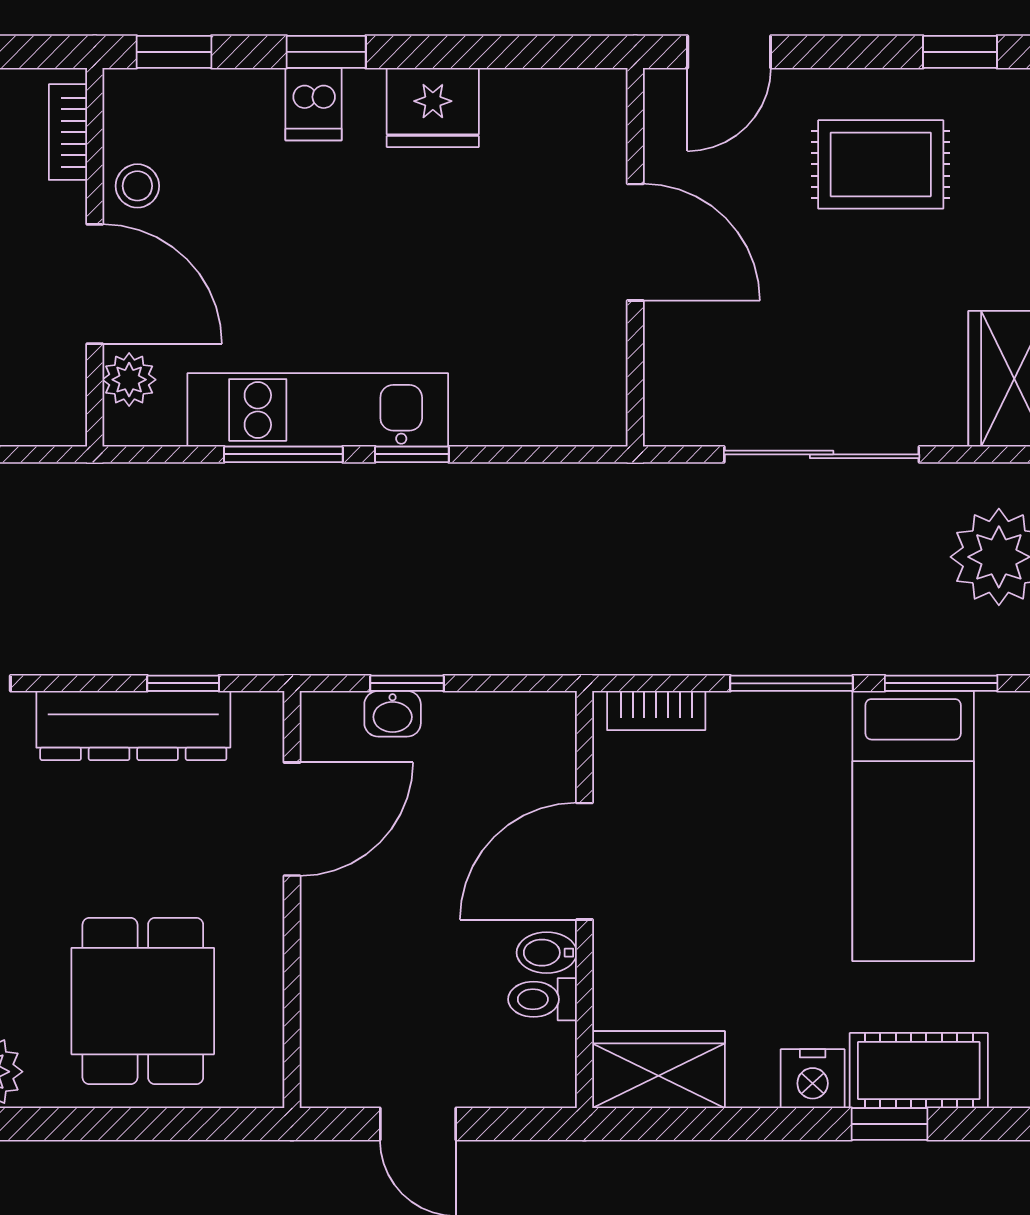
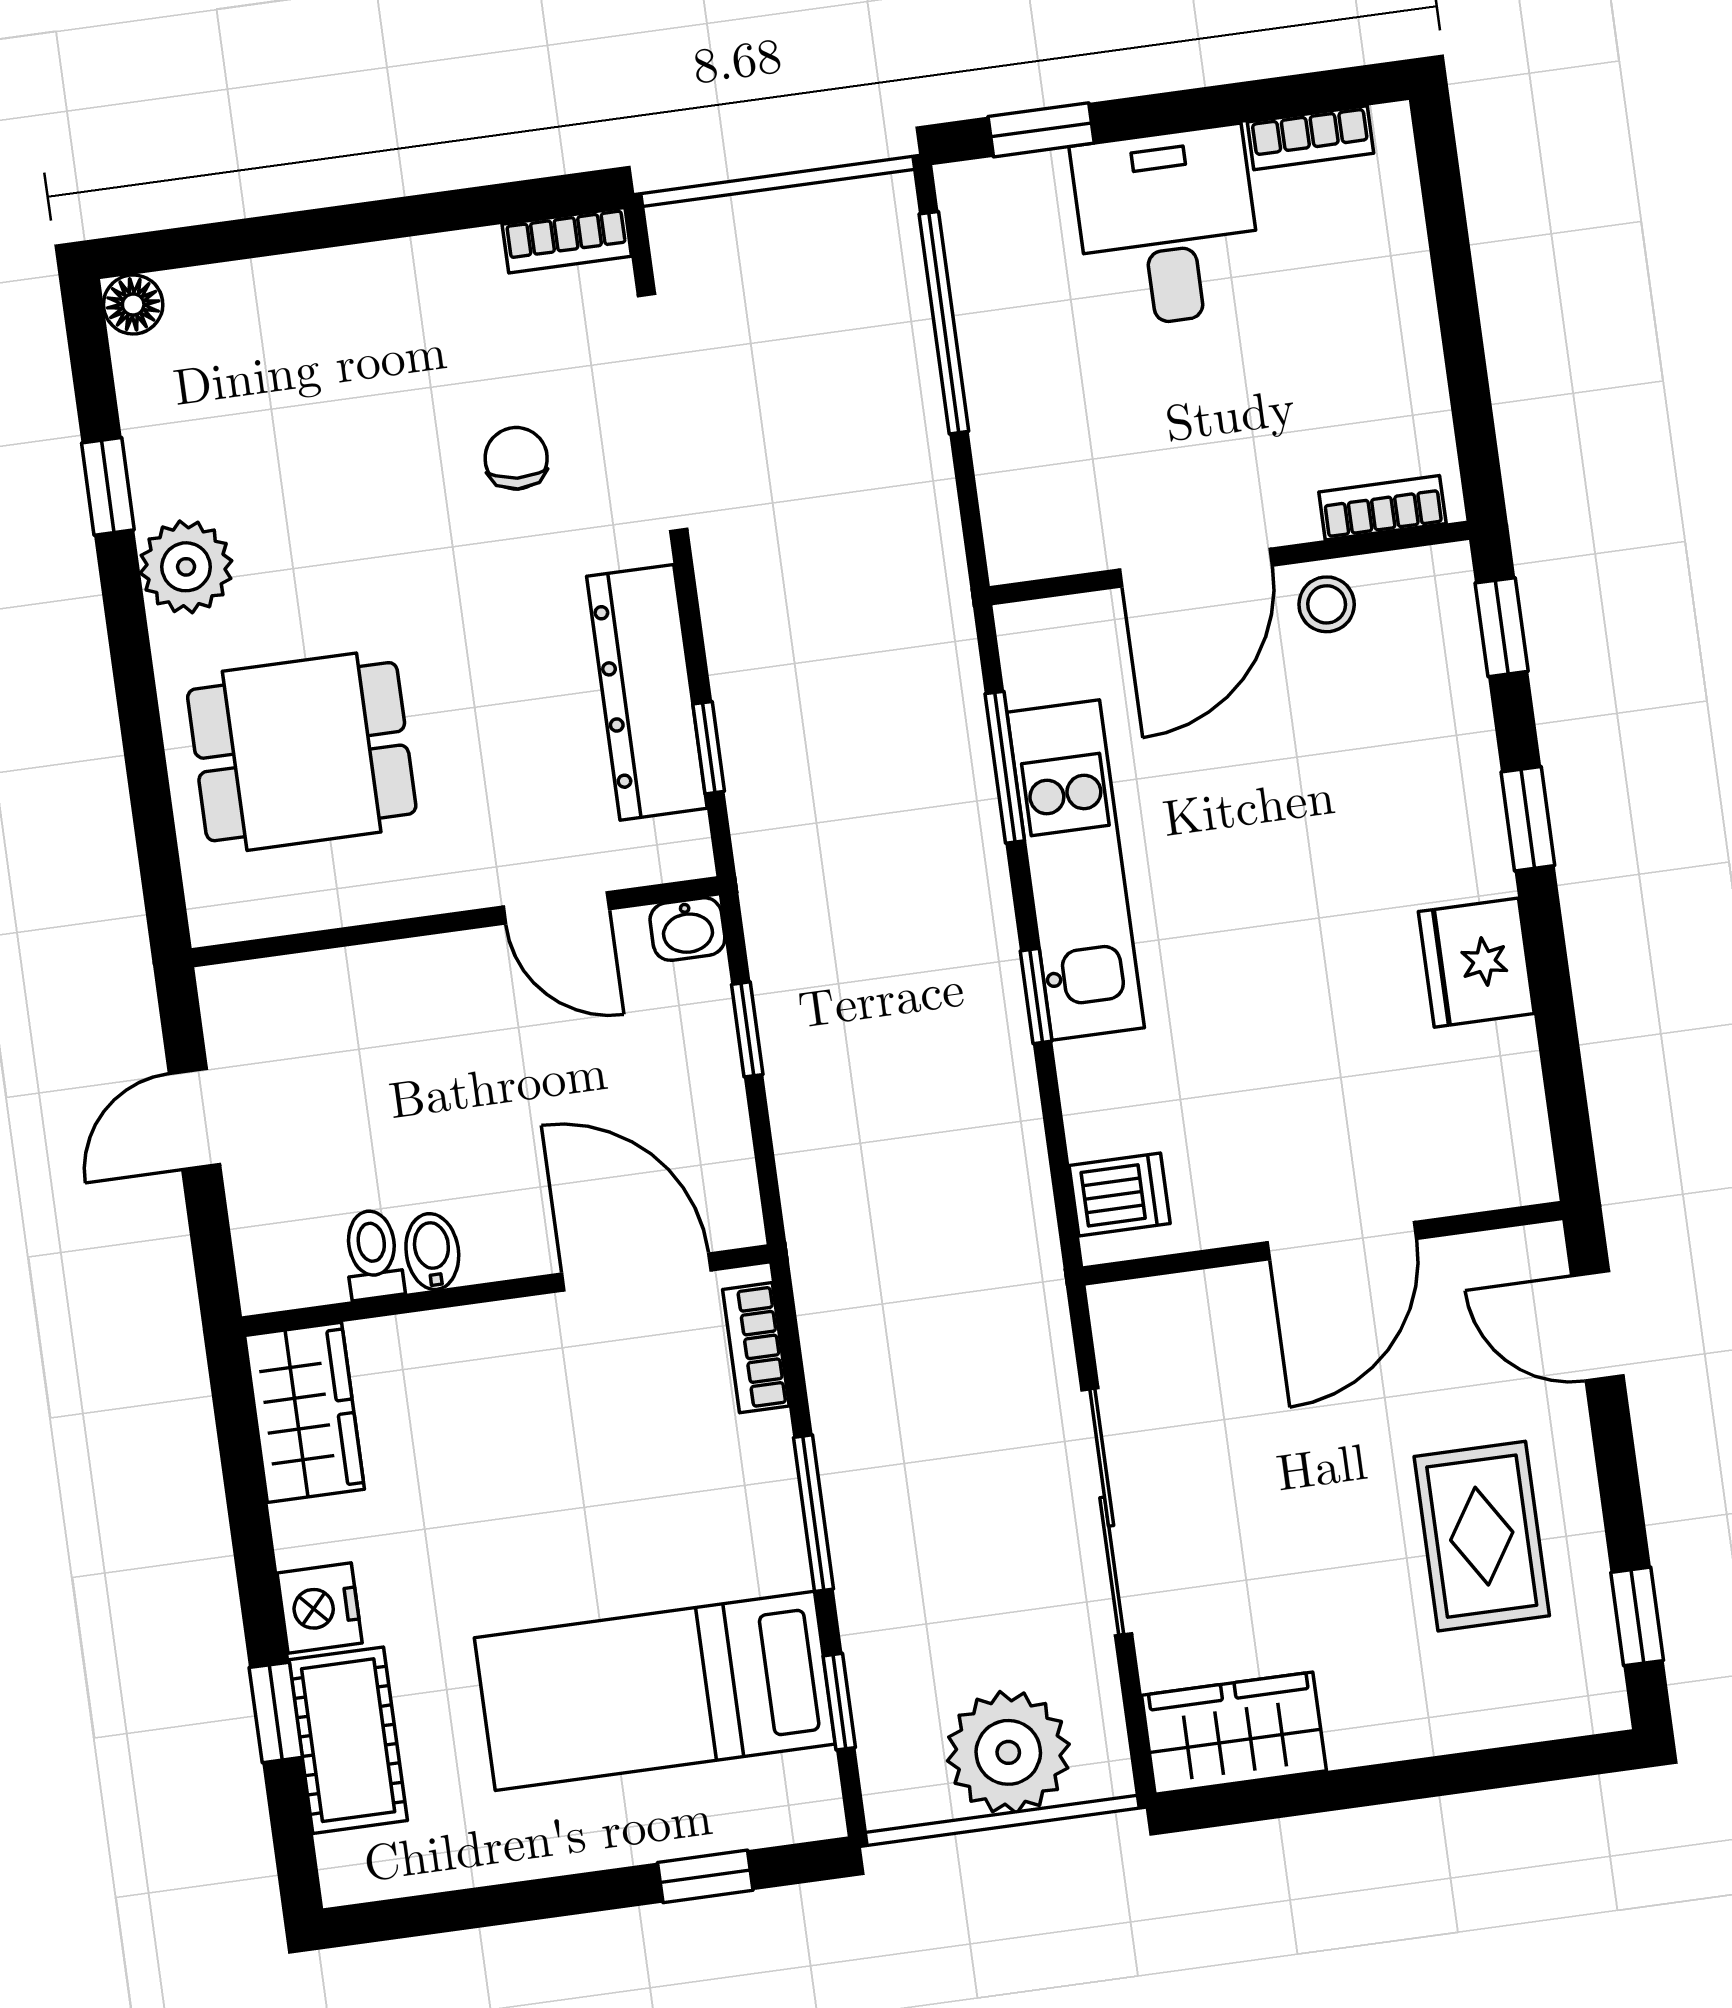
dishwasher: (314, 104) -> (1120, 1194), moved, turned 180
plant: (129, 380) -> (1082, 627), removed
window: (283, 454) -> (1005, 767), moved
window: (941, 683) -> (839, 1702), width x0.67
washbasin: (393, 714) -> (687, 929), moved, turned -90
door: (292, 819) -> (556, 908), width x0.73
door: (584, 861) -> (636, 1272), moved

